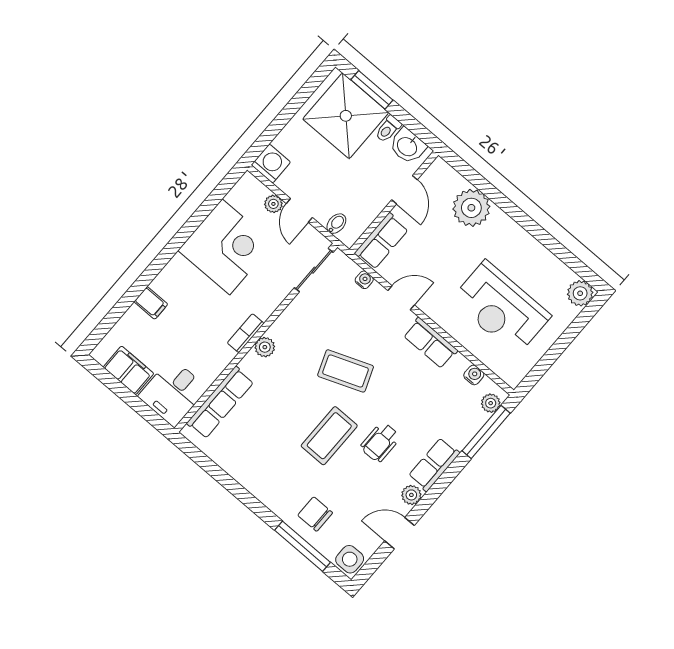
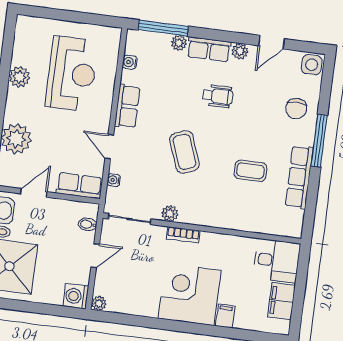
plant: (273, 204) -> (99, 303), moved
corner desk: (226, 247) -> (190, 294), moved
plant: (580, 293) -> (19, 77), moved
bookcase: (246, 333) -> (183, 235), moved
plant: (265, 347) -> (170, 214), moved
row of seats: (220, 402) -> (299, 177), moved, turned -90
plant: (491, 403) -> (179, 43), moved
coffee table: (329, 436) -> (250, 171), moved, width x0.73, depth x0.77
door: (399, 533) -> (272, 42), hinge flipped
window: (302, 546) -> (319, 141), moved

